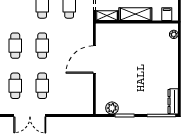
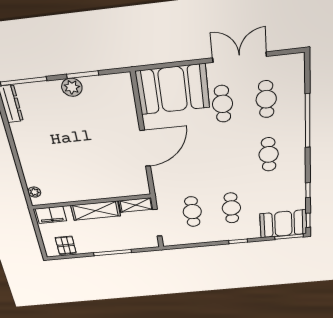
filing cabinet: (167, 14) -> (51, 215), width x2.00
cafe table: (42, 46) -> (227, 159), removed
booth: (72, 99) -> (173, 89), added
plant: (112, 108) -> (72, 87), moved

